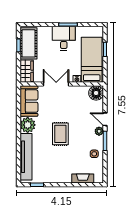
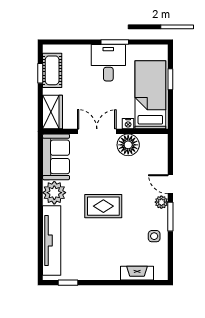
cot: (28, 43) -> (52, 70), width x0.73, depth x0.75
floor lamp: (96, 93) -> (128, 145), moved
rug: (60, 134) -> (103, 206), turned 90

